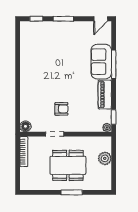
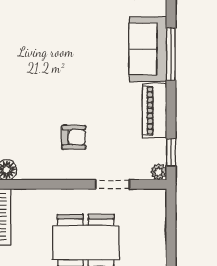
doorway: (55, 134) -> (113, 184), moved
plant: (105, 158) -> (154, 230), removed

